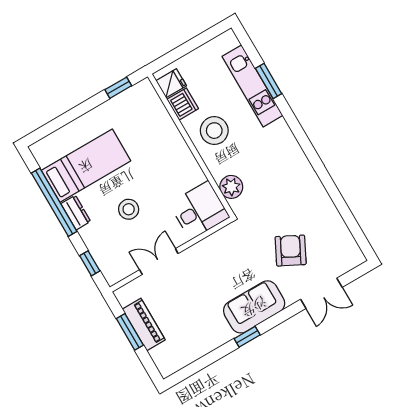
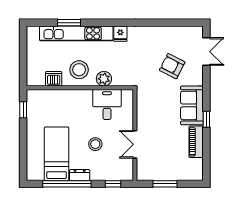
fridge: (171, 83) -> (120, 34), moved, turned 180
kitchen unit: (252, 86) -> (76, 33), width x1.36
plant: (231, 187) -> (104, 79), moved
desk: (199, 210) -> (107, 104), moved
double door: (321, 293) -> (206, 52), moved
piano: (144, 324) -> (196, 142), moved, turned -90

